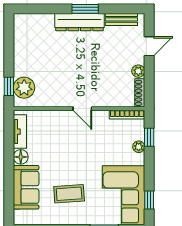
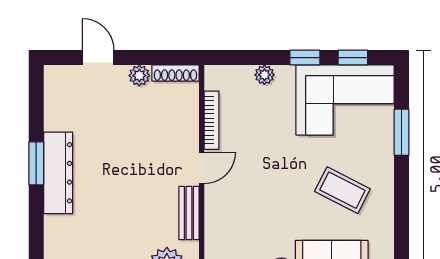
bench: (121, 19) -> (189, 213), moved
bookcase: (127, 115) -> (212, 120), moved
window: (149, 137) -> (305, 58), moved
coffee table: (69, 194) -> (342, 190), turned -59

